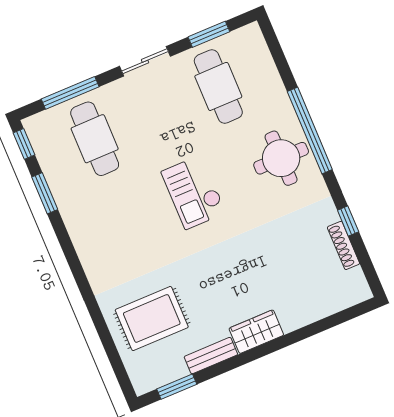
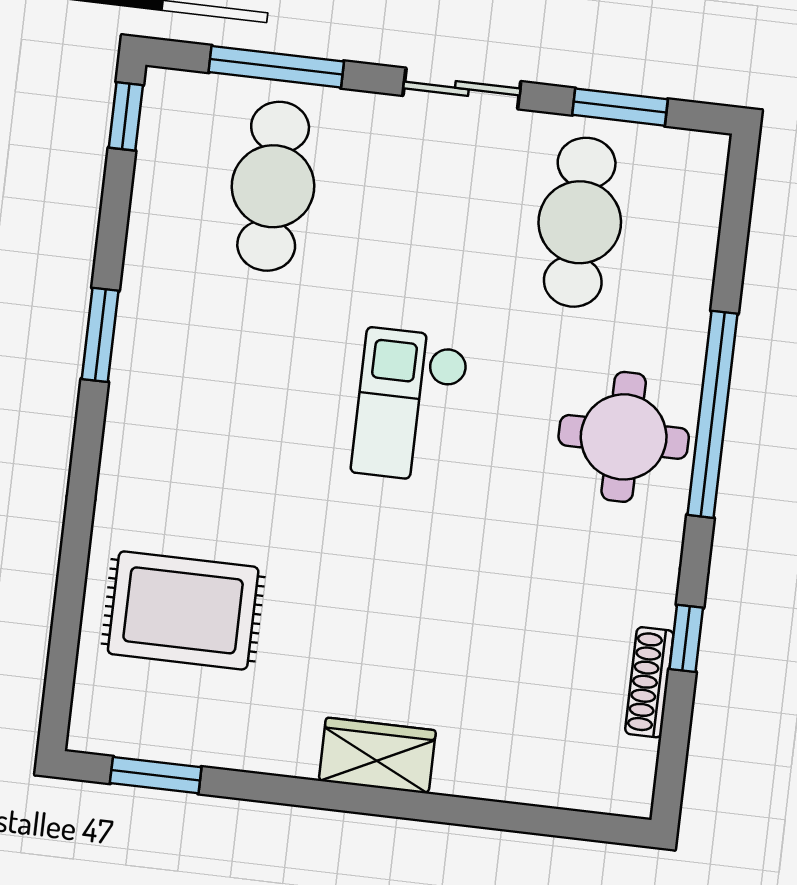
window: (45, 193) -> (100, 335), moved
bench: (211, 356) -> (259, 752), removed

